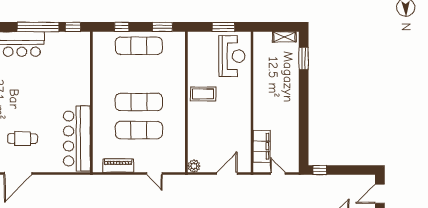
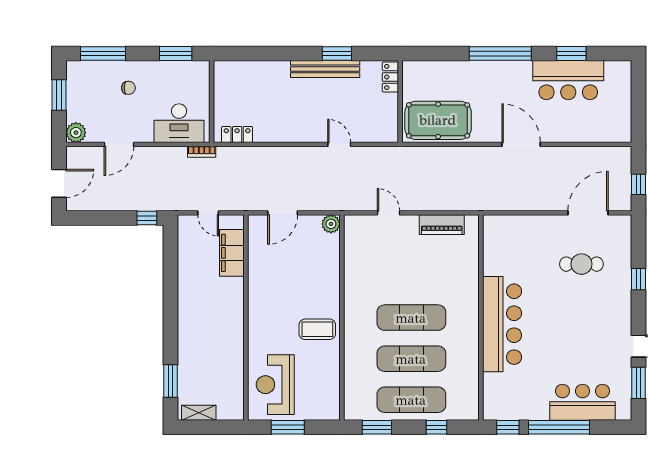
exercise mat: (139, 130) -> (411, 359), moved
bar counter: (77, 139) -> (502, 324), moved

